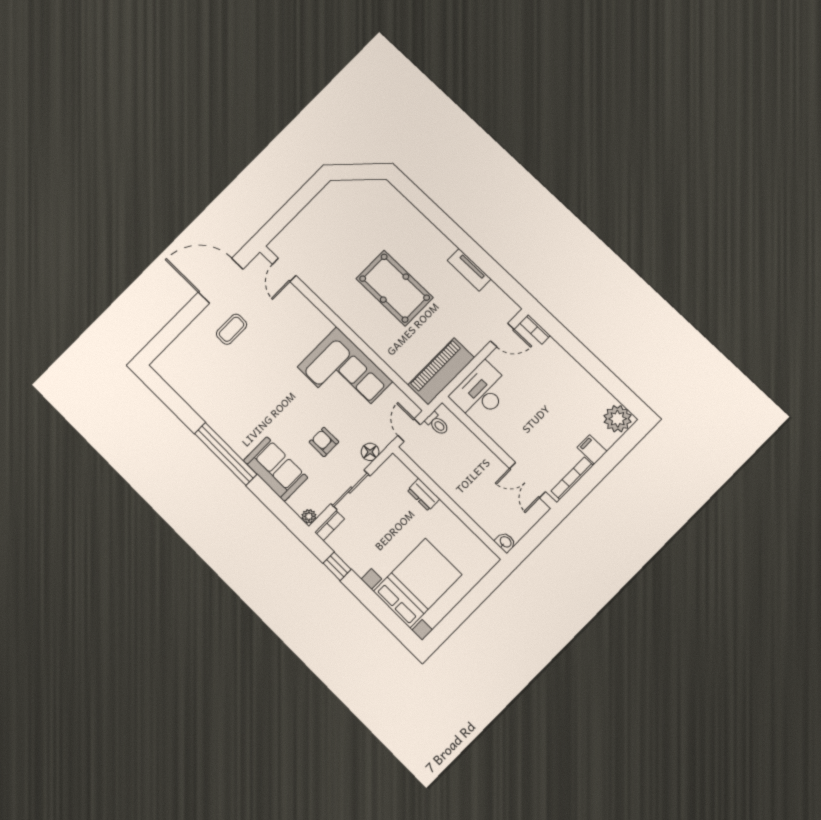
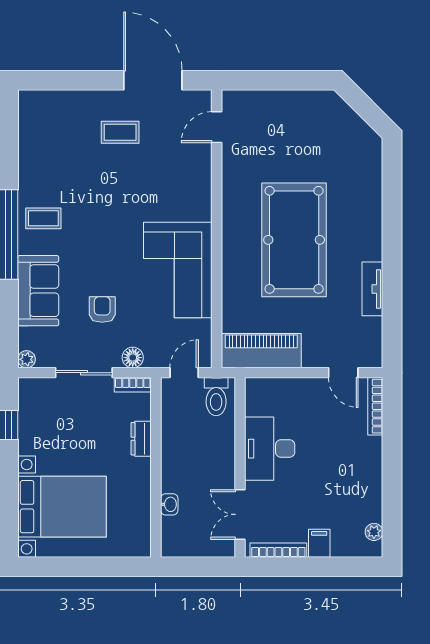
pool table: (395, 288) -> (294, 240), width x1.36, depth x1.32
bookcase: (535, 329) -> (375, 406), width x1.56
desk: (481, 392) -> (270, 449), moved, turned -90
plant: (618, 419) -> (374, 532), width x0.53, depth x0.53
coffee table: (237, 424) -> (43, 218), added
toilet: (437, 424) -> (216, 397), width x1.37, depth x1.39
bookcase: (330, 526) -> (133, 385), moved
washbasin: (505, 542) -> (169, 504), moved

